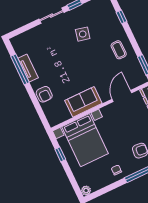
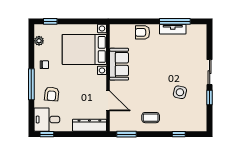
window: (60, 154) -> (50, 21), moved
plant: (86, 191) -> (39, 41), moved

